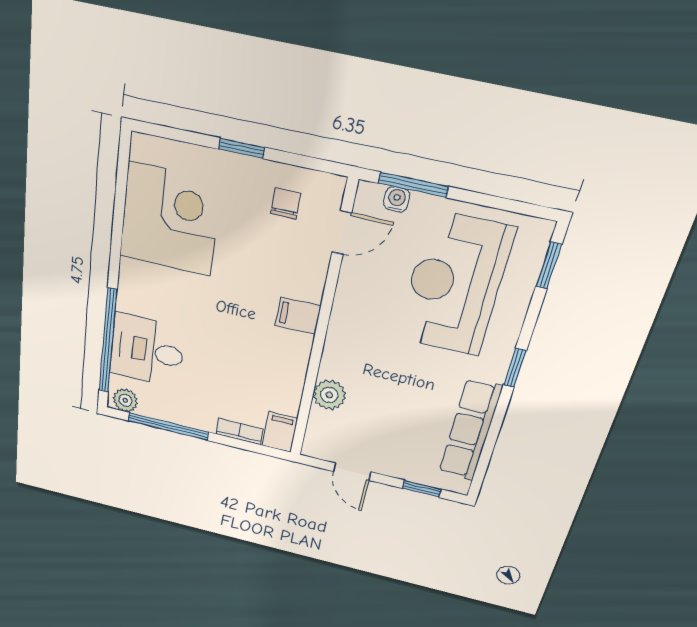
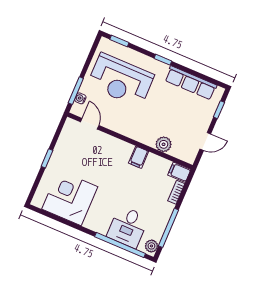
chair: (286, 203) -> (73, 145), removed
filing cabinet: (298, 316) -> (139, 157), moved

